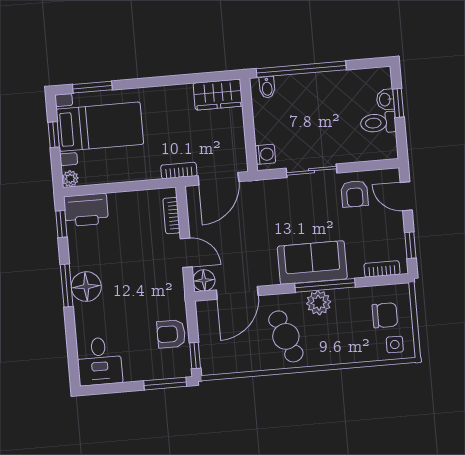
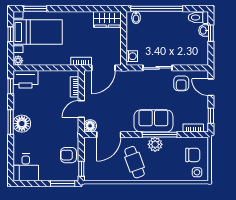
toilet: (378, 123) -> (198, 17), moved
door: (186, 253) -> (81, 109), swing flipped

